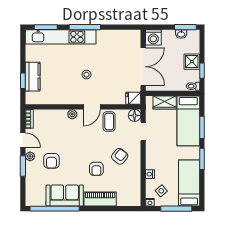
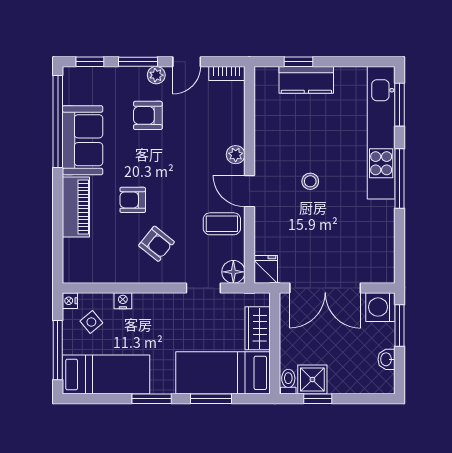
window: (185, 27) -> (399, 326), moved
shower: (192, 62) -> (312, 380), moved
window: (23, 192) -> (90, 62), added

